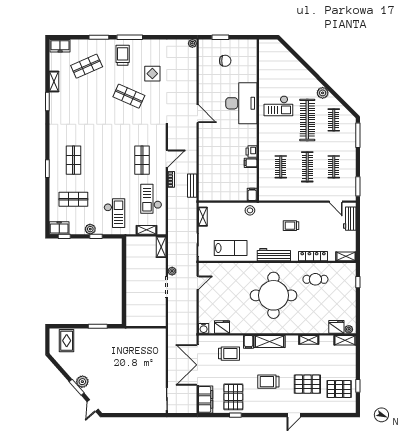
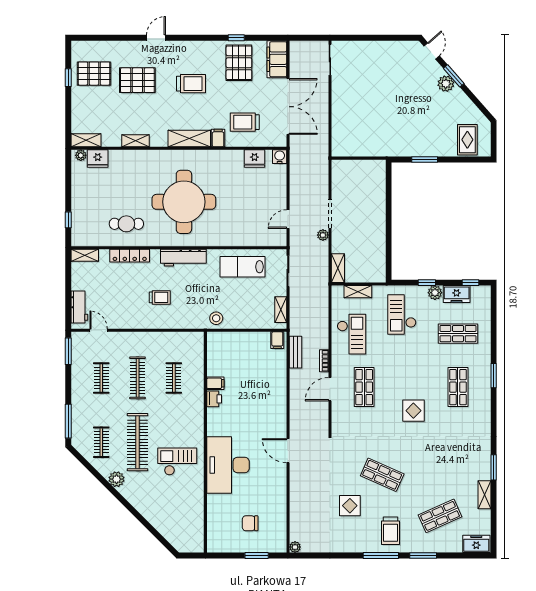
display table: (106, 143) -> (413, 411), added
filing cabinet: (252, 194) -> (277, 340), moved
freezer: (59, 228) -> (457, 294), moved

